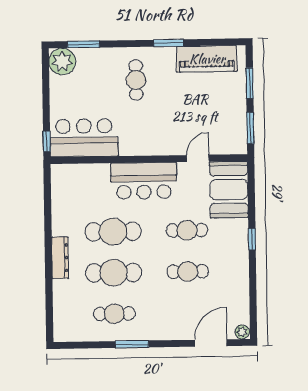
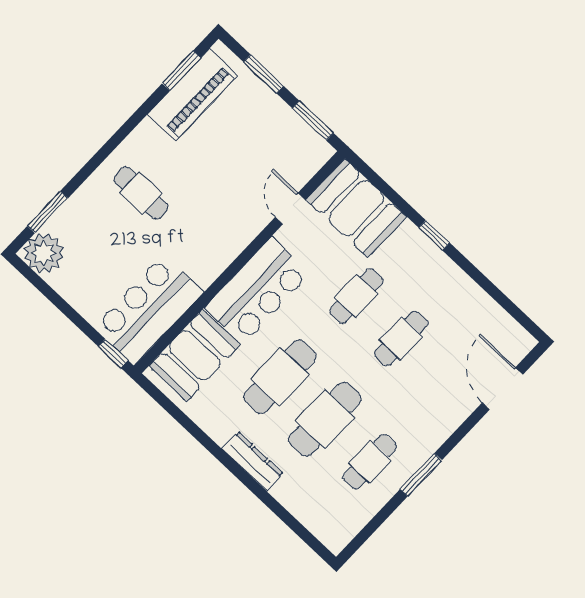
window: (169, 43) -> (181, 70), moved
booth: (84, 181) -> (195, 355), added
plant: (242, 332) -> (524, 343), removed

